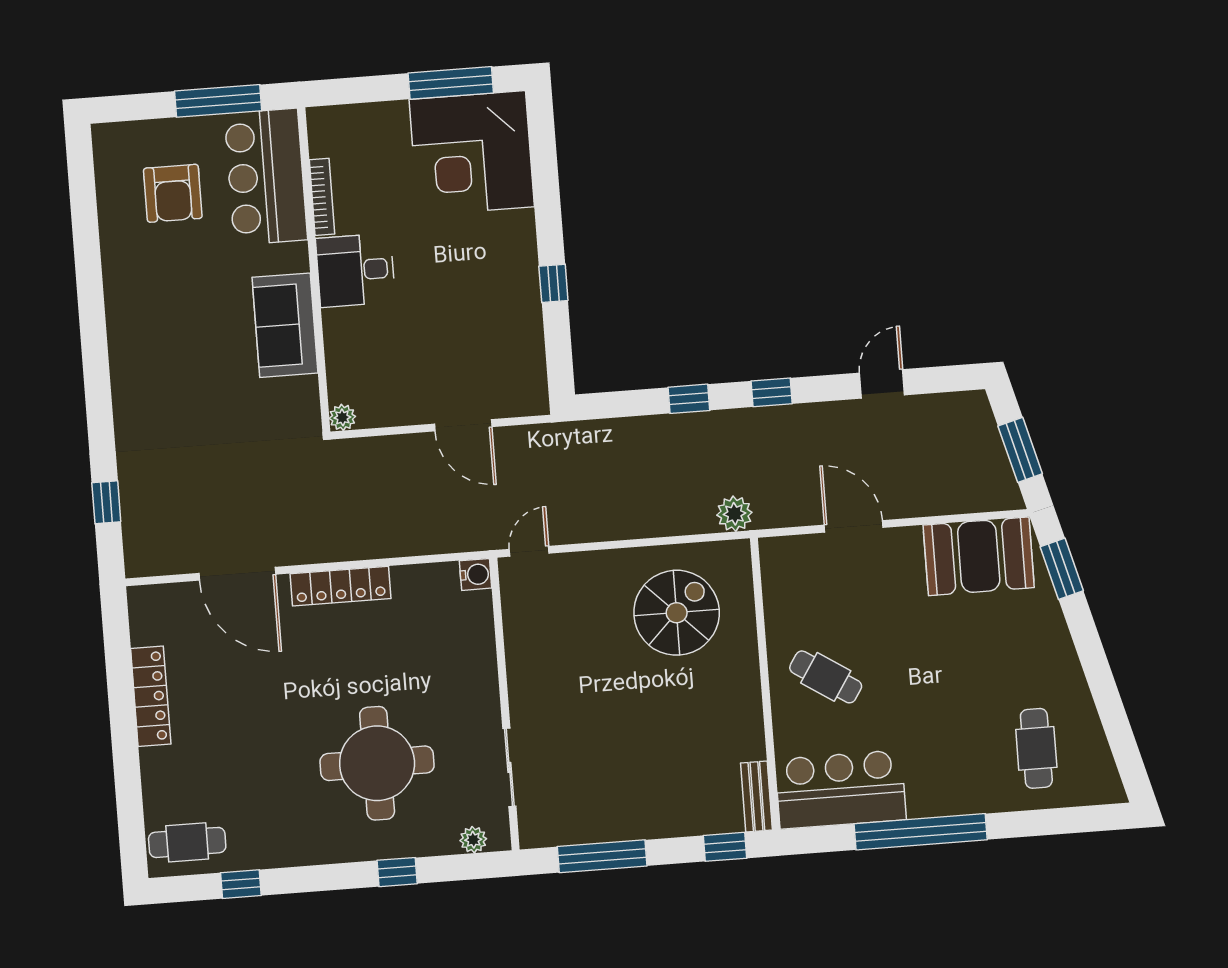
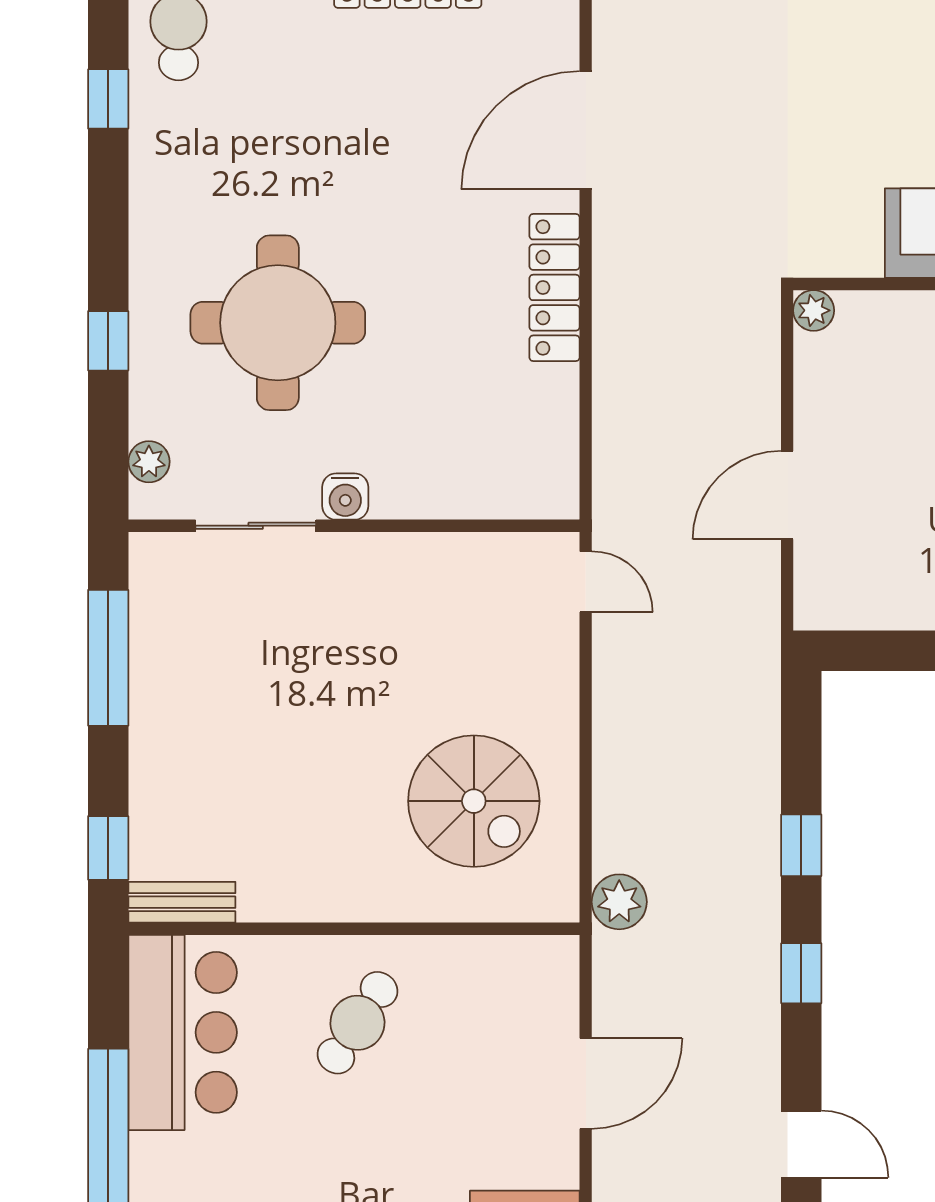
water cooler: (476, 574) -> (345, 497), moved

